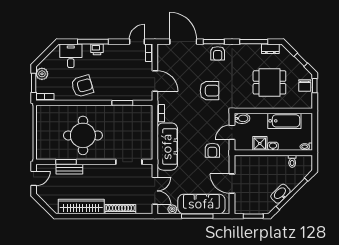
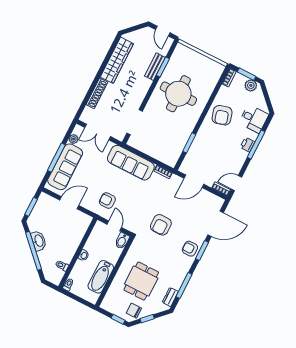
door: (137, 42) -> (236, 183), swing flipped
chair: (305, 85) -> (134, 311), moved
shower: (260, 143) -> (92, 245), removed

